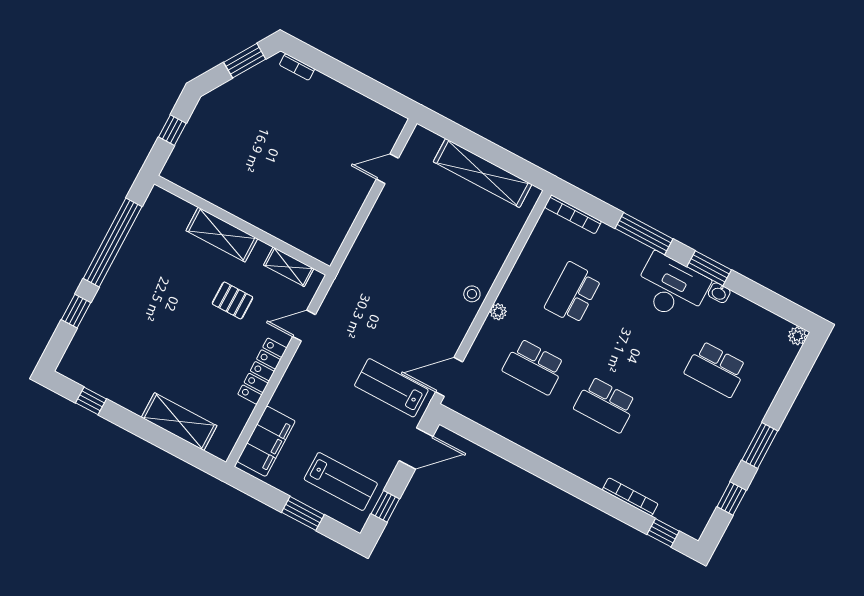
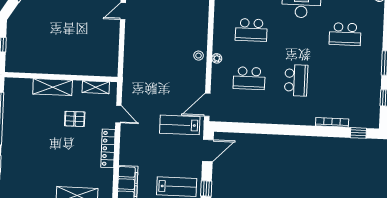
school desk: (573, 293) -> (251, 30), turned -90
door: (304, 326) -> (118, 114), swing flipped
school desk: (605, 405) -> (296, 80), turned -90

